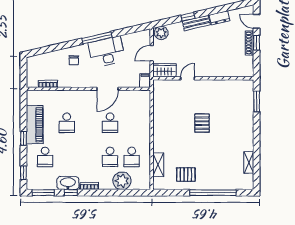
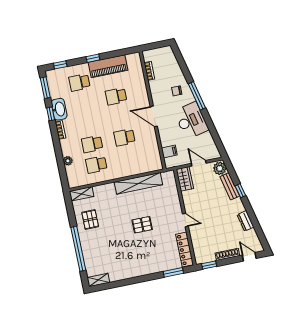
door: (257, 21) -> (249, 257), hinge flipped
bench: (196, 23) -> (230, 186), moved
window: (97, 38) -> (197, 96), moved
window: (257, 43) -> (209, 265), moved
door: (188, 78) -> (185, 220), moved
filing cabinet: (145, 80) -> (169, 152), moved
locker: (236, 85) -> (185, 249), added
door: (107, 89) -> (154, 116), moved
shelving: (159, 118) -> (138, 183), added
shelving: (249, 163) -> (98, 280), moved
shelving: (158, 165) -> (82, 194), moved
plant: (122, 181) -> (68, 161), width x0.53, depth x0.53

